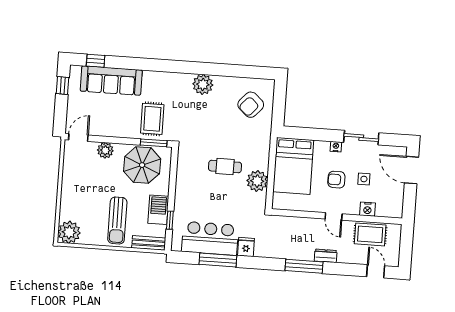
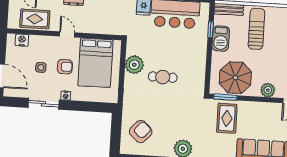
bed: (293, 166) -> (95, 63), moved, turned 180
nightstand: (367, 209) -> (22, 40), moved

